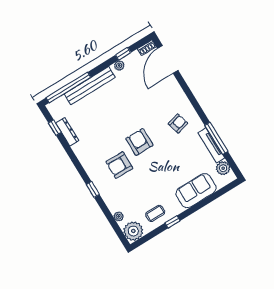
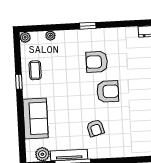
armchair: (178, 123) -> (95, 128), moved
armchair: (119, 165) -> (97, 62), turned -91
plant: (133, 231) -> (25, 37), width x0.53, depth x0.53

